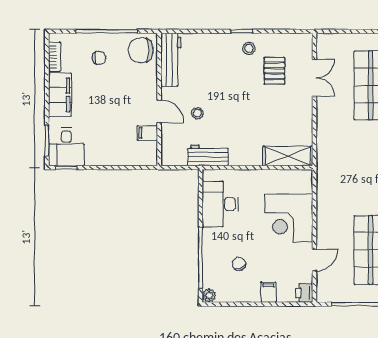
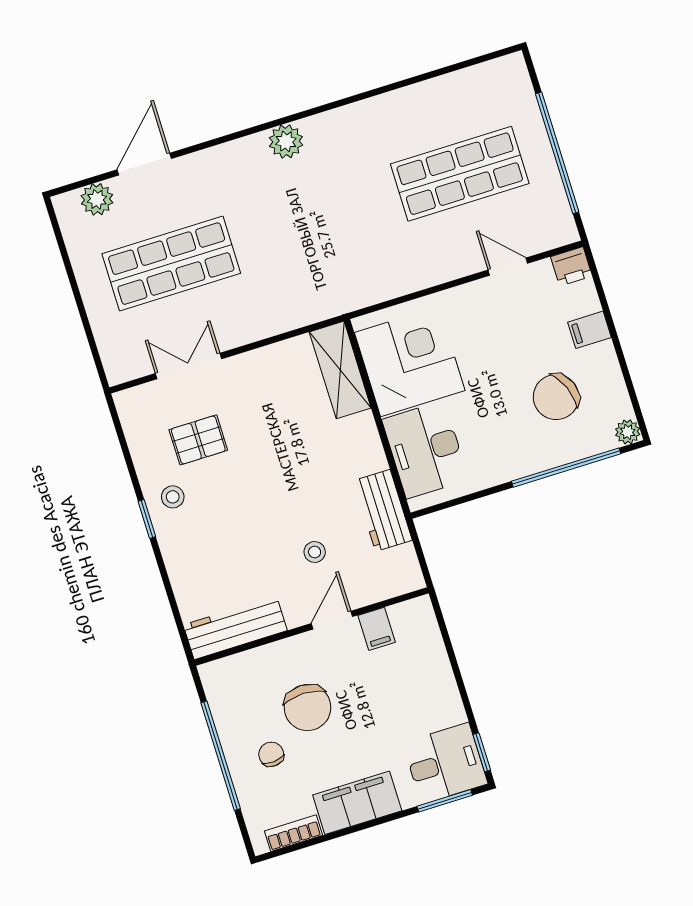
chair: (141, 50) -> (307, 708), moved
desk: (220, 204) -> (425, 450), moved, turned 90
corner desk: (289, 218) -> (410, 361), moved, turned -90
chair: (239, 264) -> (556, 397), width x1.87, depth x1.87

